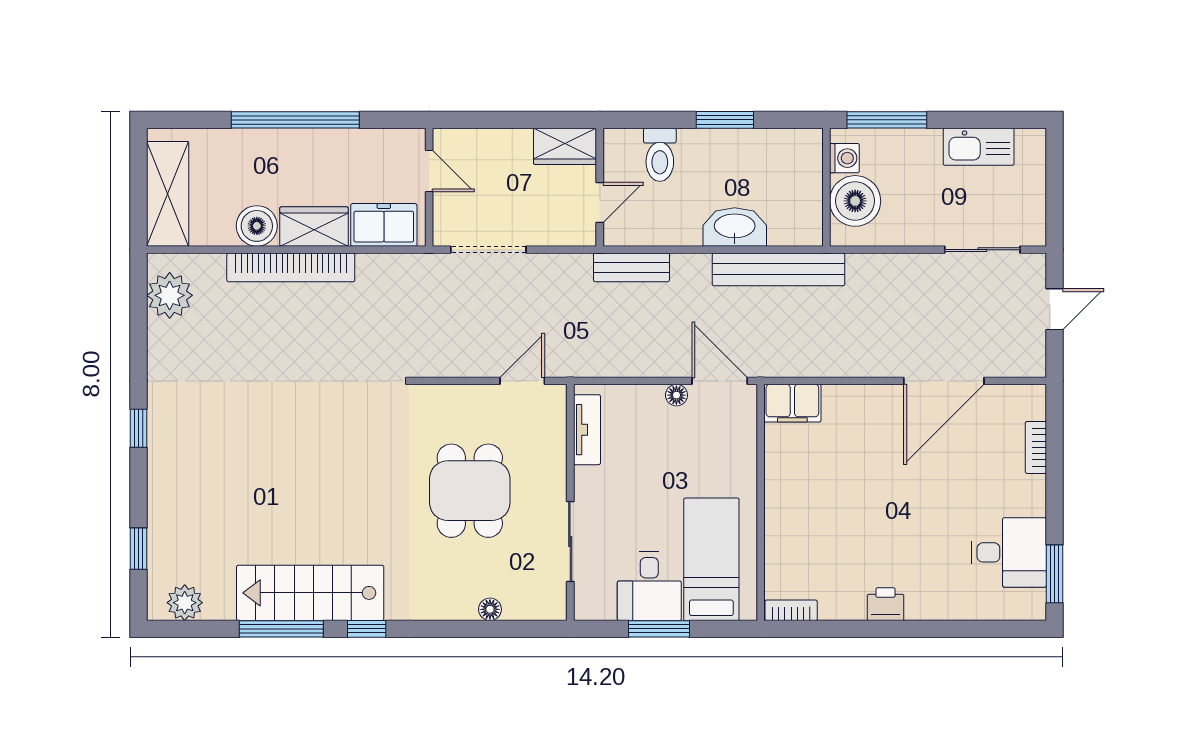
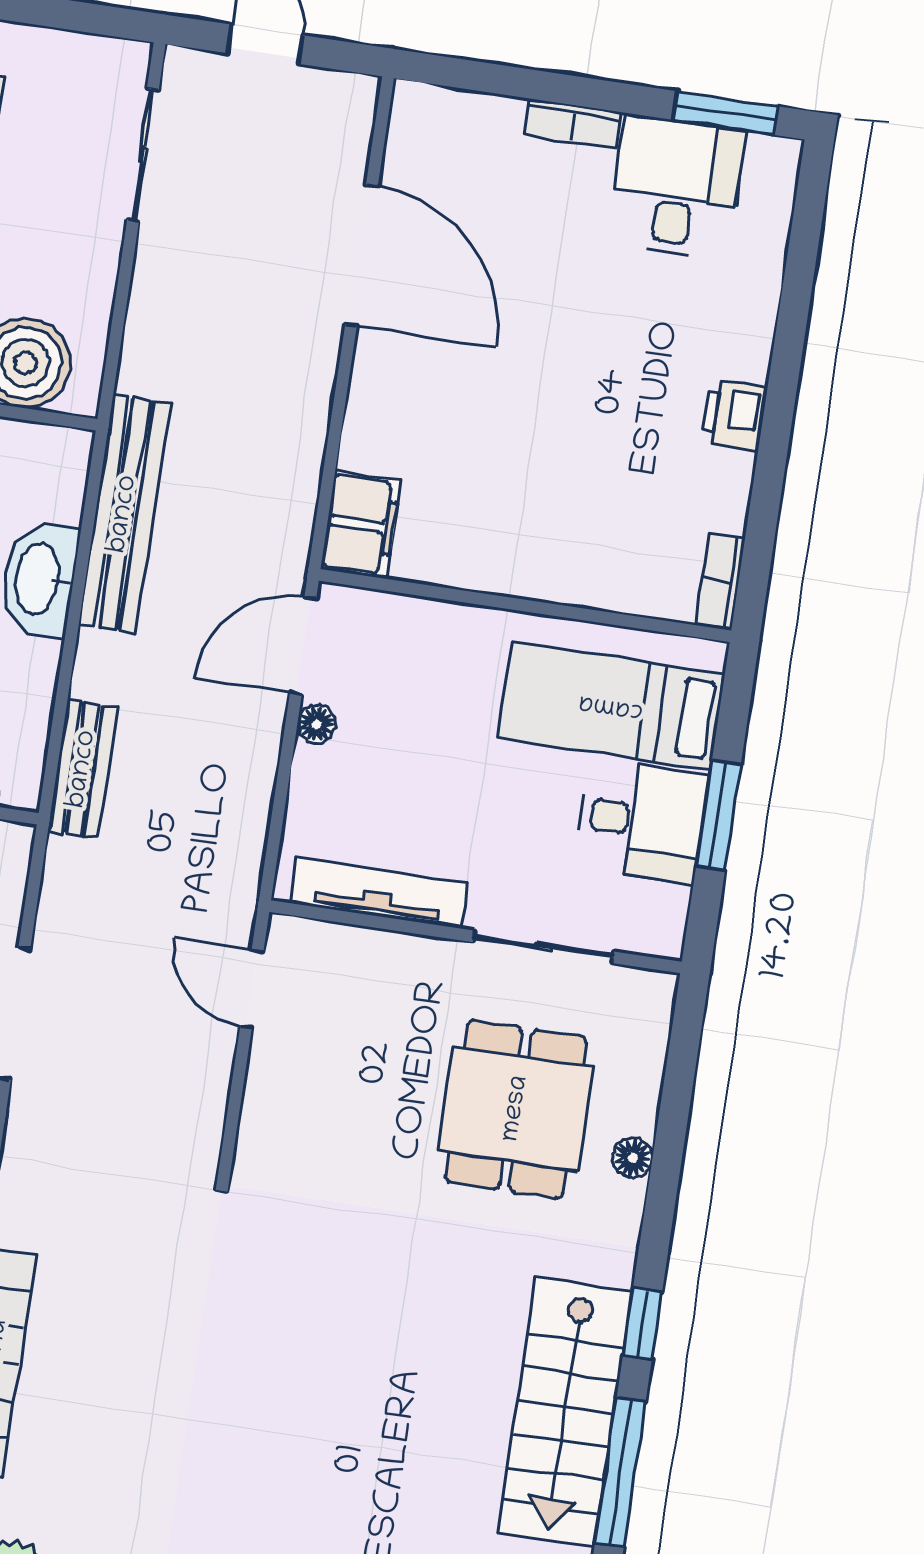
tv unit: (587, 430) -> (378, 893), width x1.41
bookcase: (1036, 447) -> (573, 123), moved
dining table: (470, 491) -> (516, 1109), moved, turned 90
floor lamp: (490, 609) -> (633, 1158), moved

